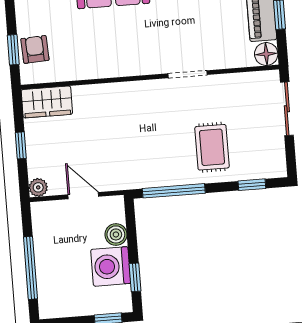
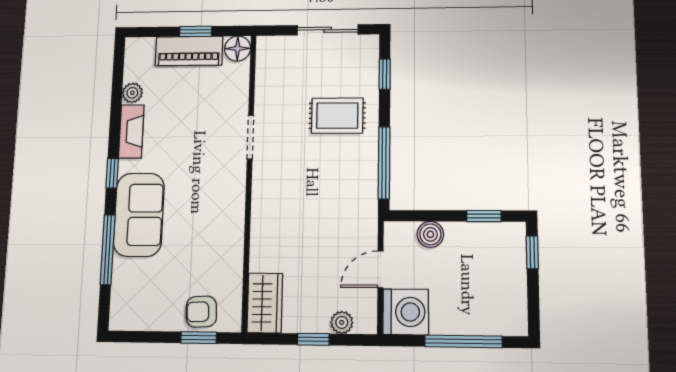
sliding door: (287, 109) -> (328, 30), moved
plant: (38, 187) -> (342, 322), moved
washing machine: (111, 266) -> (406, 312), moved, turned -90

